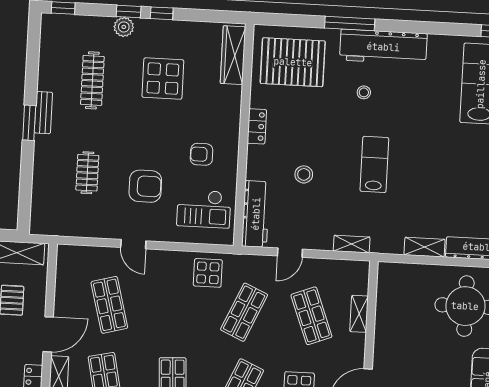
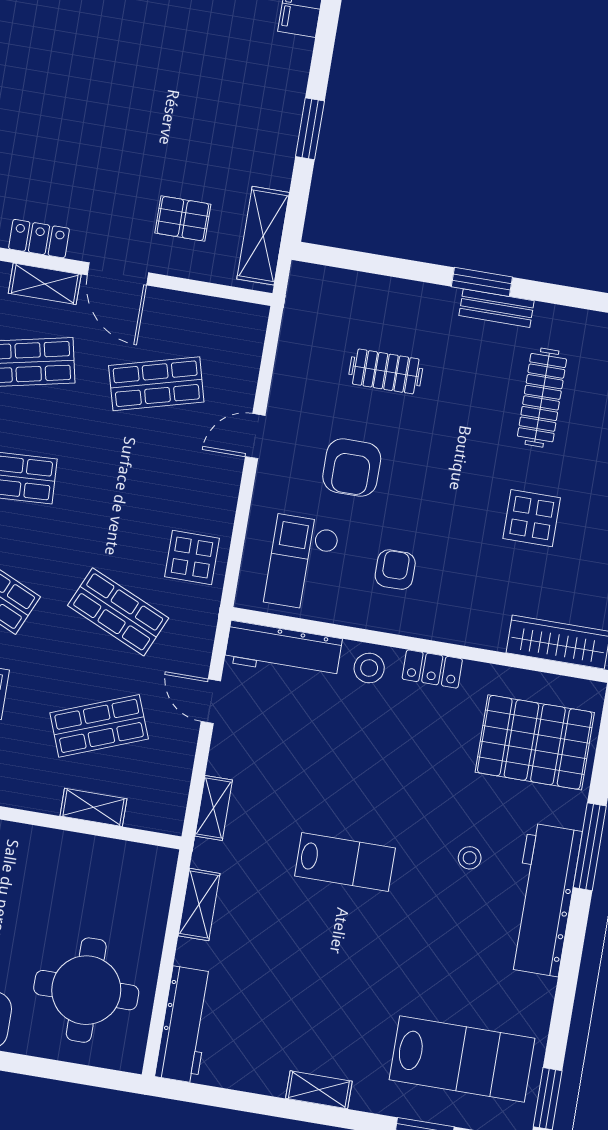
pallet: (293, 62) -> (535, 742), turned 90
display table: (163, 79) -> (532, 518), width x0.73, depth x0.73
clothes rail: (92, 80) -> (542, 398), turned 90
stool: (304, 174) -> (369, 668), moved
shelving: (425, 247) -> (199, 905), moved

